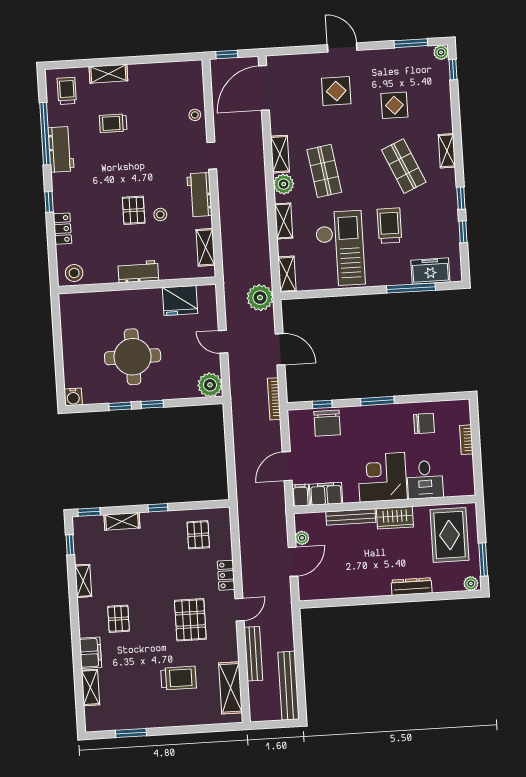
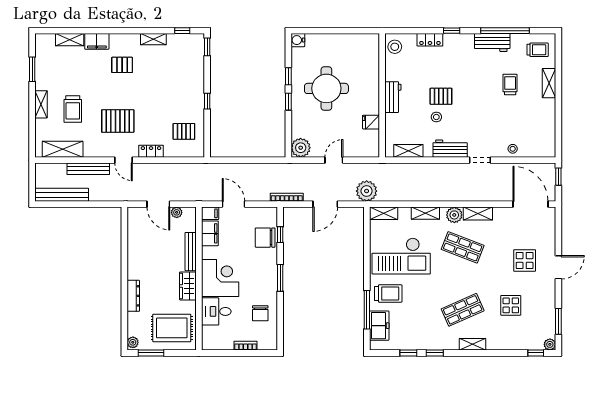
shop shelf: (324, 171) -> (463, 247), turned 30
trolley: (389, 226) -> (388, 294), moved
fridge: (180, 300) -> (371, 122), width x0.53, depth x0.75
shelving: (122, 521) -> (41, 104), moved

